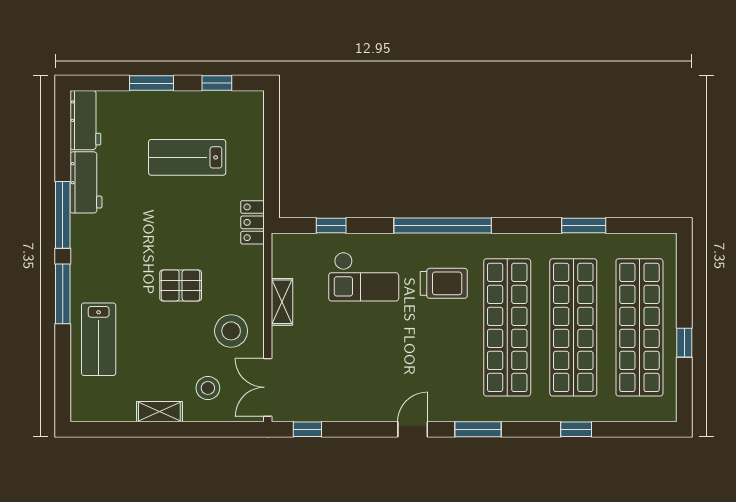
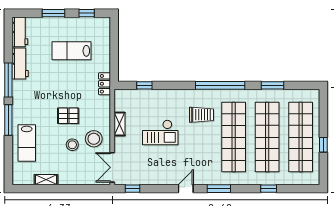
window: (443, 225) -> (220, 85), moved
checkout: (364, 277) -> (160, 132), moved
stool: (208, 388) -> (72, 145), moved
shelving: (159, 412) -> (46, 180), moved

